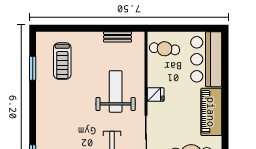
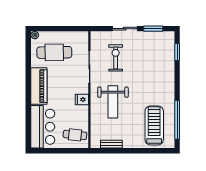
treadmill: (62, 61) -> (154, 125), width x1.37, depth x1.38
window: (33, 68) -> (177, 120), width x2.11

